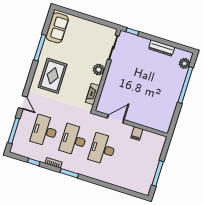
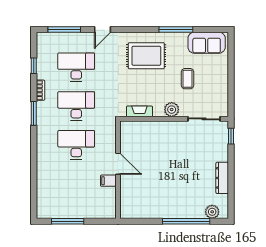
coffee table: (79, 50) -> (188, 79), added
door: (116, 119) -> (118, 164), moved

